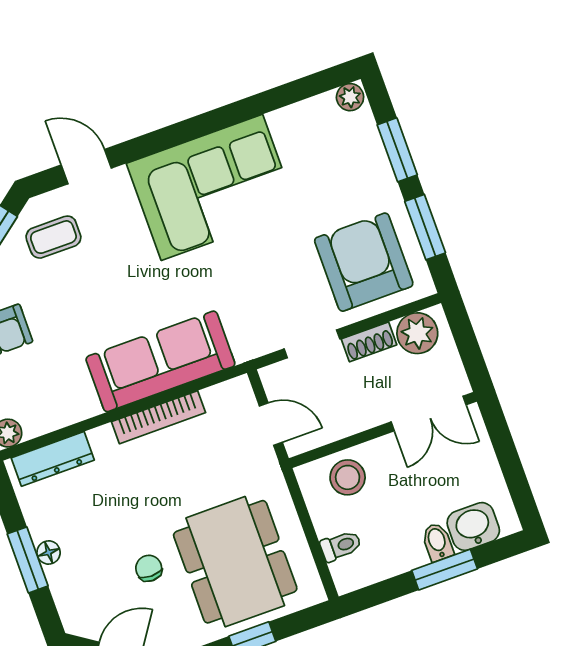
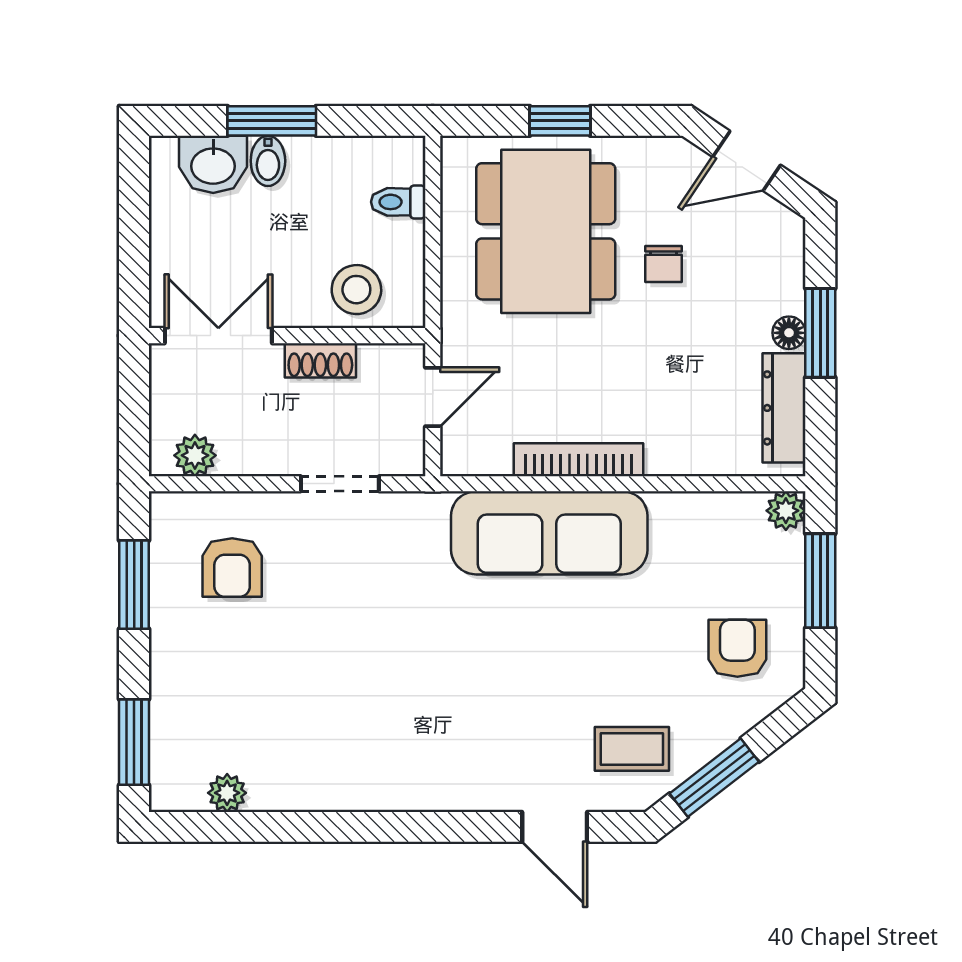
plant: (350, 97) -> (227, 793), moved
window: (397, 150) -> (134, 742), moved
corner sofa: (212, 187) -> (398, 739), removed
armchair: (364, 262) -> (232, 567), width x0.53, depth x0.53
plant: (417, 333) -> (195, 455), width x0.73, depth x0.73
shoe rack: (369, 342) -> (320, 360), moved, turned 180
door: (271, 424) -> (433, 397), swing flipped
dresser: (53, 459) -> (784, 408), moved, turned -90

